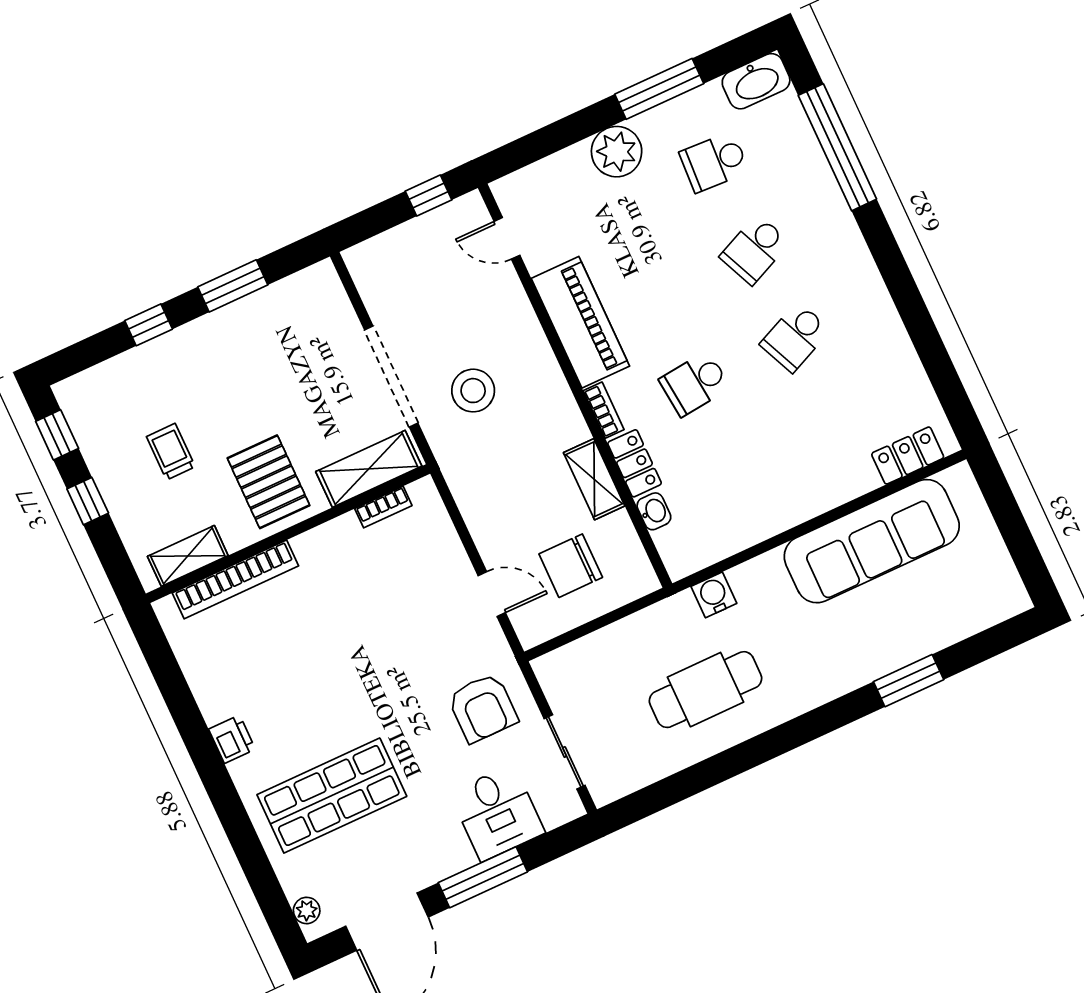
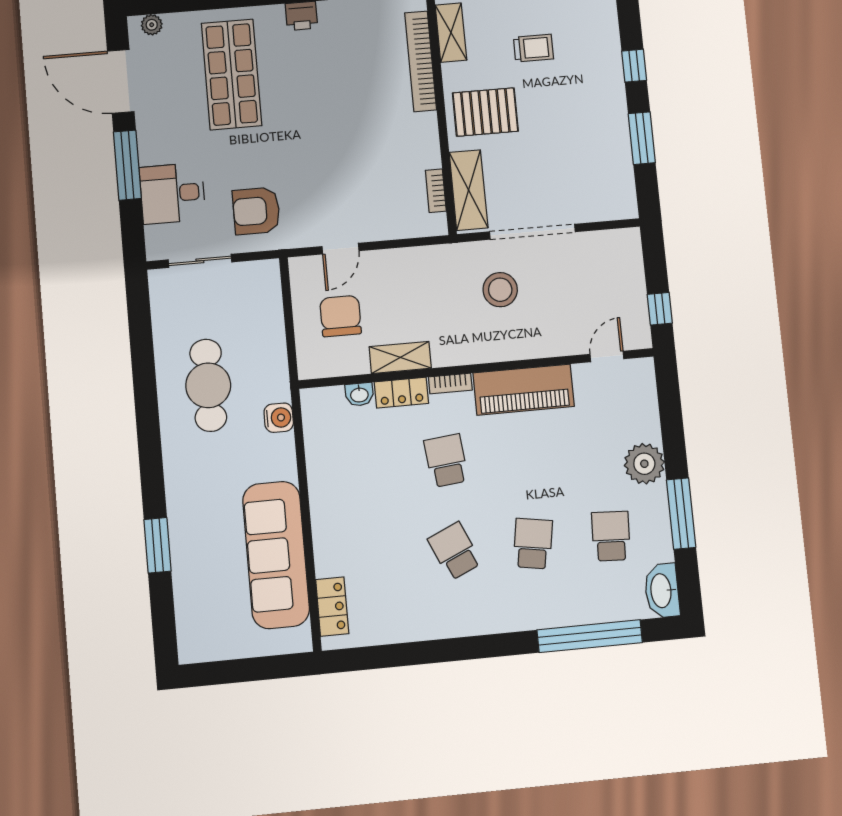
school desk: (755, 250) -> (533, 544), turned 33

